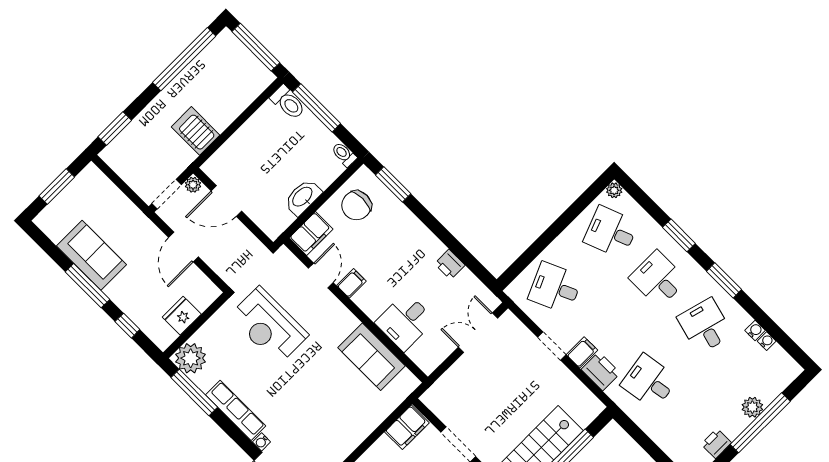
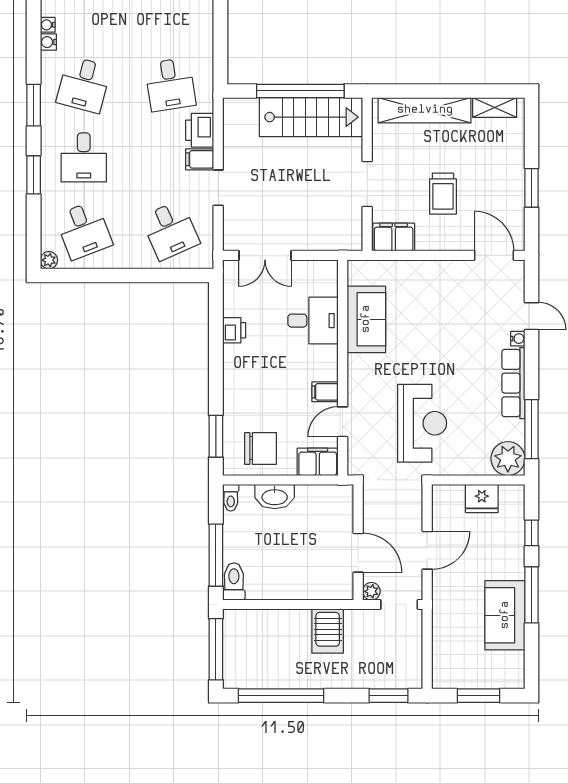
washbasin: (303, 197) -> (275, 497), moved

